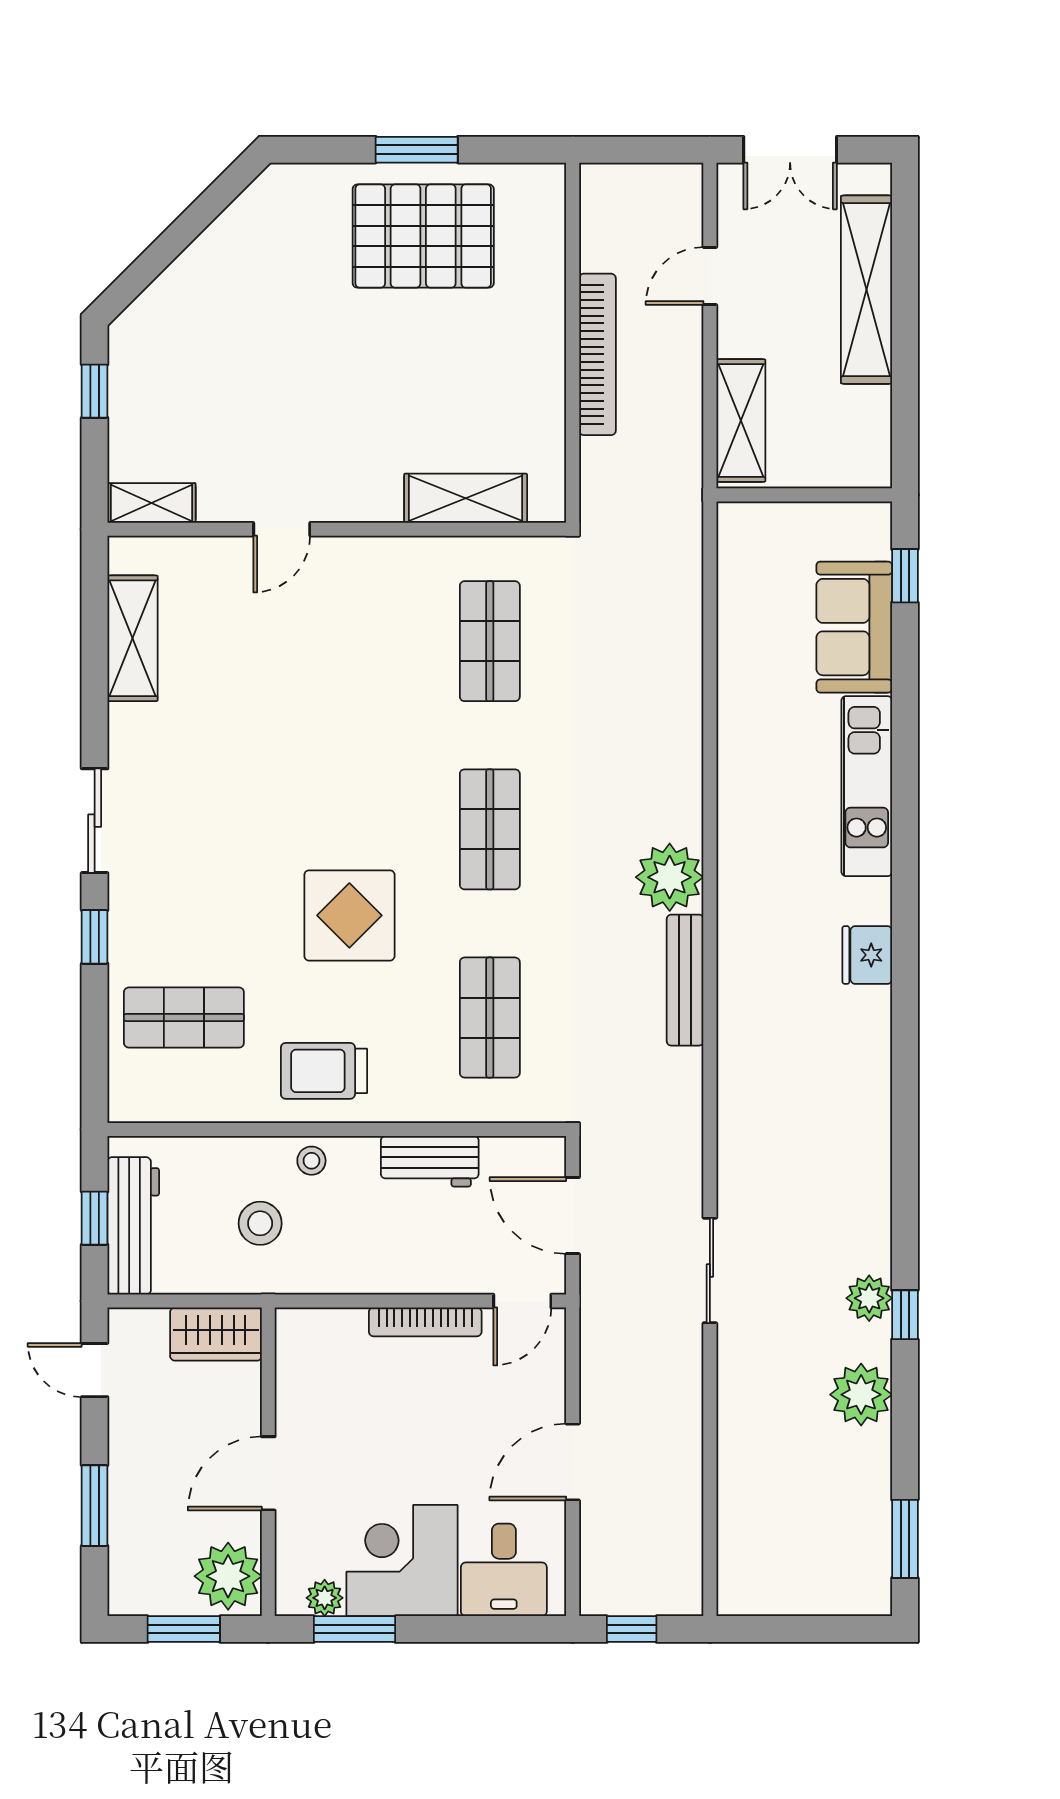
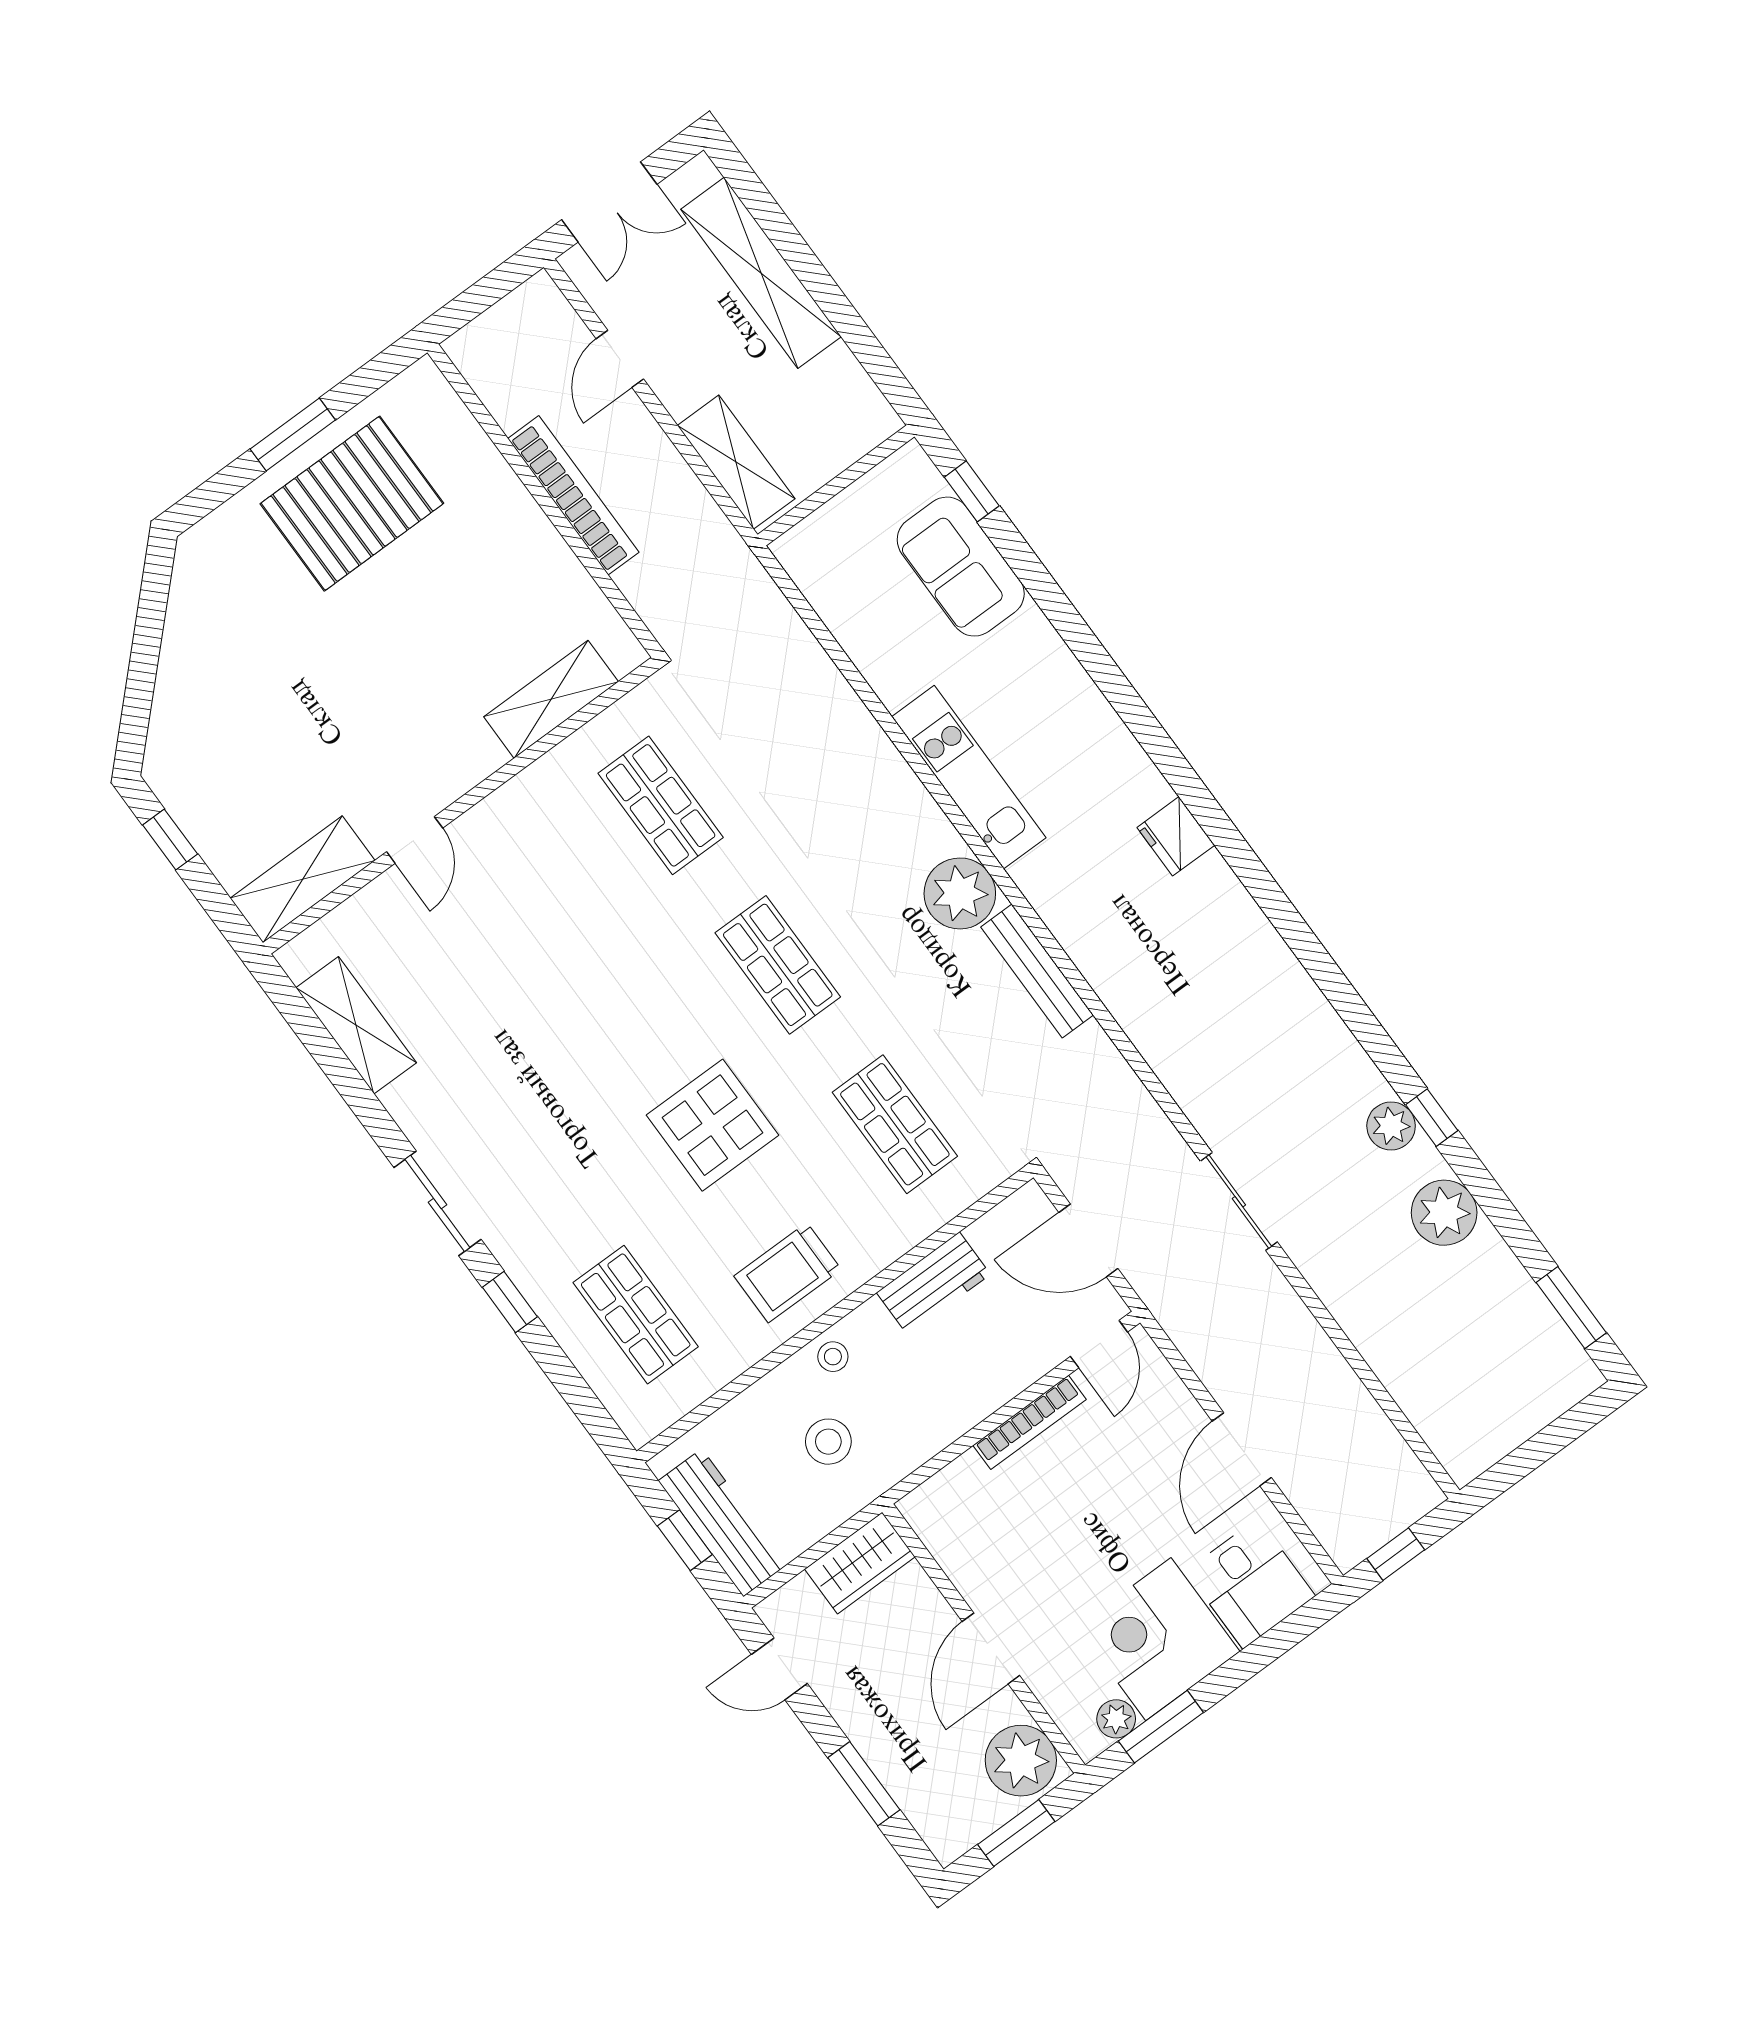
shelving: (152, 503) -> (303, 879), width x1.50, depth x1.33
kitchen unit: (867, 786) -> (969, 777), moved, turned 180
shop shelf: (184, 1018) -> (636, 1315), turned 90

